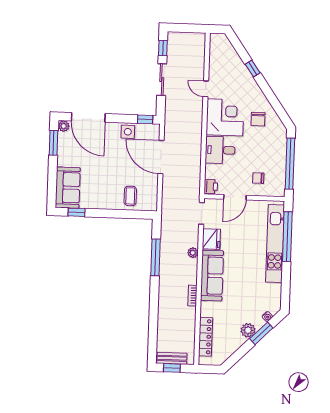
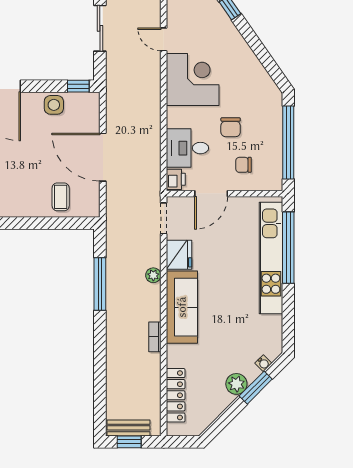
chair: (258, 119) -> (231, 127), moved
desk: (220, 150) -> (187, 148), moved
door: (161, 157) -> (103, 157), moved

